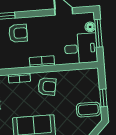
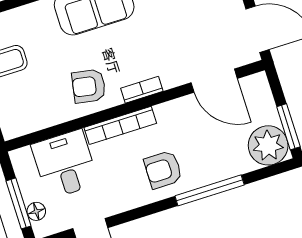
desk: (81, 48) -> (65, 164), moved, turned 90
bookcase: (42, 61) -> (120, 125), width x1.56

